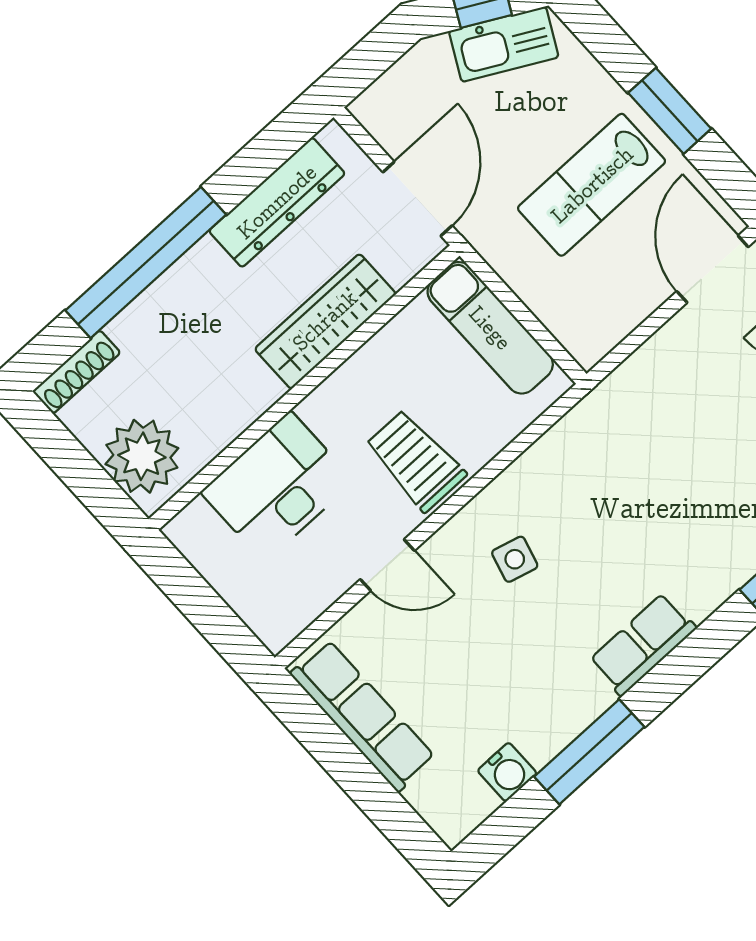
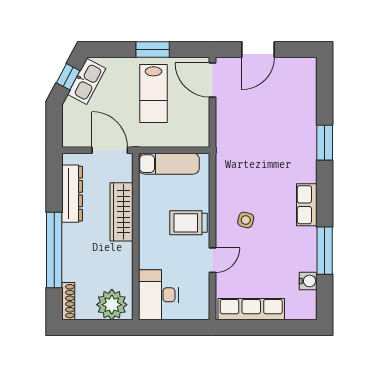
desk: (277, 487) -> (158, 295), moved

